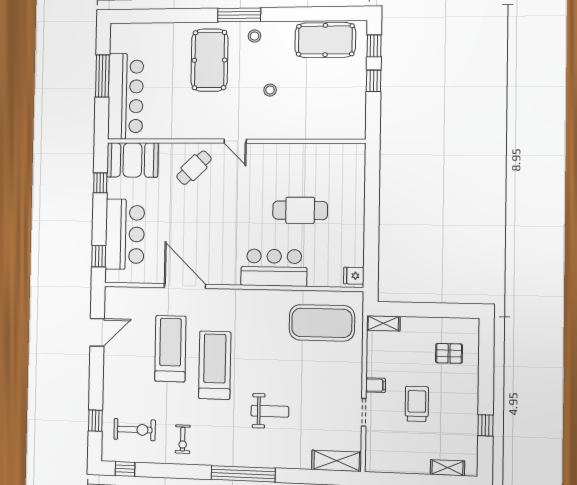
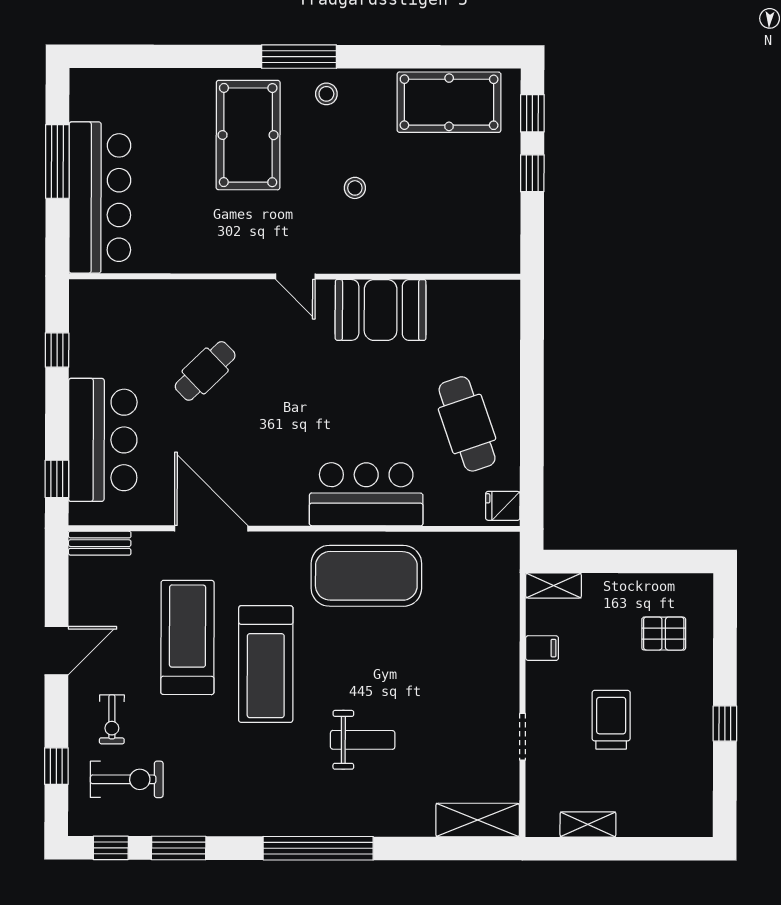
booth: (132, 160) -> (381, 310), moved
cafe table: (194, 168) -> (205, 371), moved
cafe table: (300, 210) -> (467, 424), moved, turned 71
bench: (122, 293) -> (100, 543), added
exercise mat: (322, 323) -> (366, 576), moved
door: (97, 332) -> (57, 651), moved
treadmill: (215, 365) -> (266, 664), turned 180
filing cabinet: (376, 385) -> (542, 648), moved
window: (485, 425) -> (725, 723), moved
exercise bike: (183, 439) -> (112, 719), moved
shelving: (447, 468) -> (588, 824), moved
window: (163, 470) -> (179, 848), added

